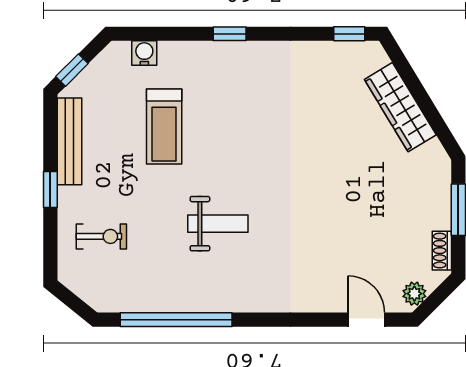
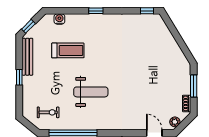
wardrobe: (400, 107) -> (169, 42), removed
treadmill: (164, 127) -> (68, 50), turned -90
weight bench: (218, 224) -> (91, 92), width x1.36, depth x1.33
exercise bike: (101, 236) -> (48, 112), moved

